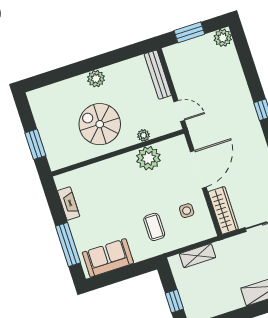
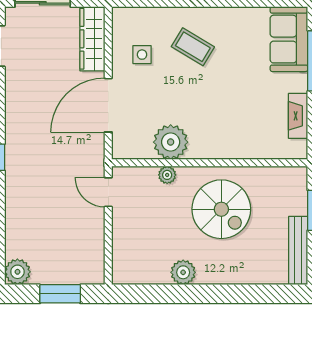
bench: (158, 75) -> (298, 251), moved
plant: (96, 79) -> (183, 272), moved
coffee table: (154, 227) -> (193, 47), turned -59
sofa: (108, 258) -> (289, 39), moved, turned 90

